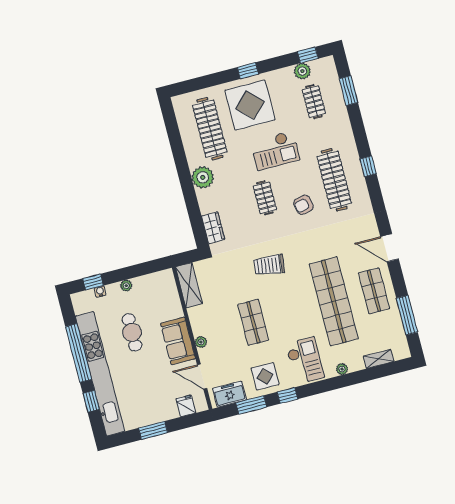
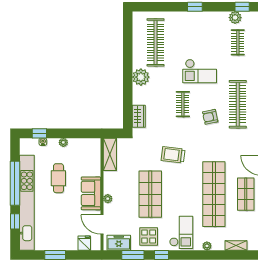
display table: (250, 105) -> (190, 33), removed
shop shelf: (253, 322) -> (150, 194), width x1.43, depth x1.36

